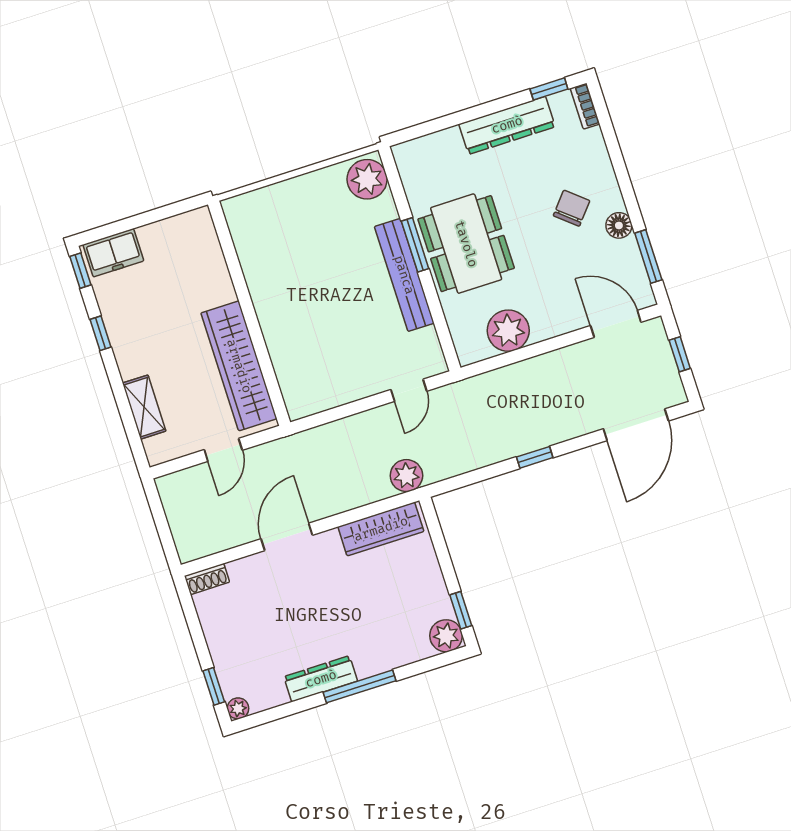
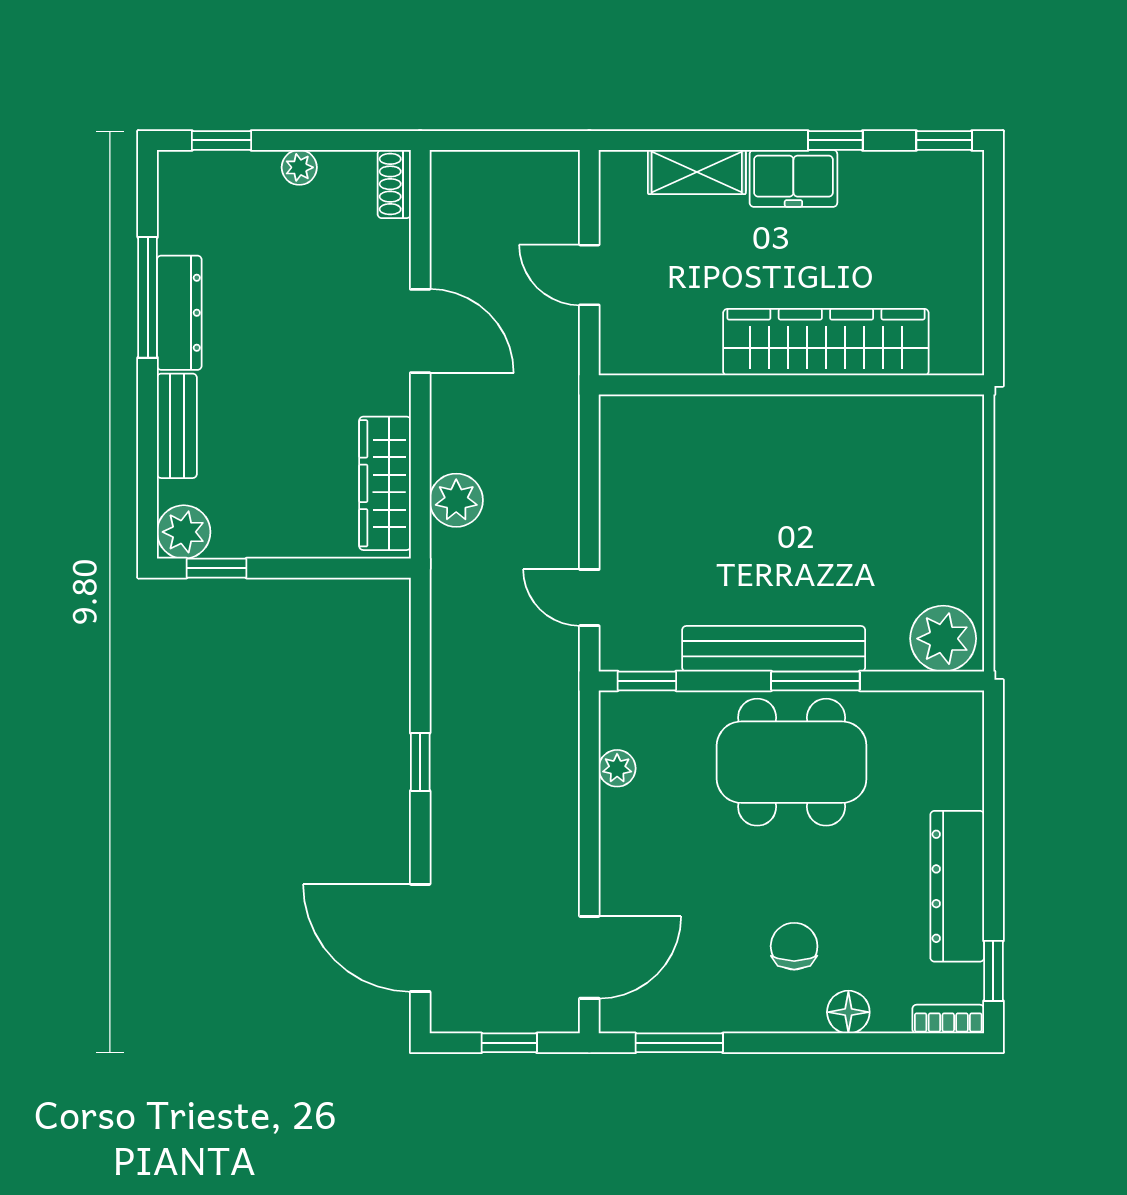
chair: (572, 208) -> (794, 946), turned -130
floor lamp: (619, 225) -> (848, 1012), moved
freezer: (113, 253) -> (793, 178), moved, turned -90
plant: (508, 331) -> (617, 768), width x0.53, depth x0.53
window: (446, 342) -> (647, 681), added
wardrobe: (239, 366) -> (826, 342), moved
plant: (406, 476) -> (456, 500), moved
bench: (386, 659) -> (177, 426), added
window: (360, 686) -> (148, 297), moved
plant: (238, 708) -> (299, 167), moved

